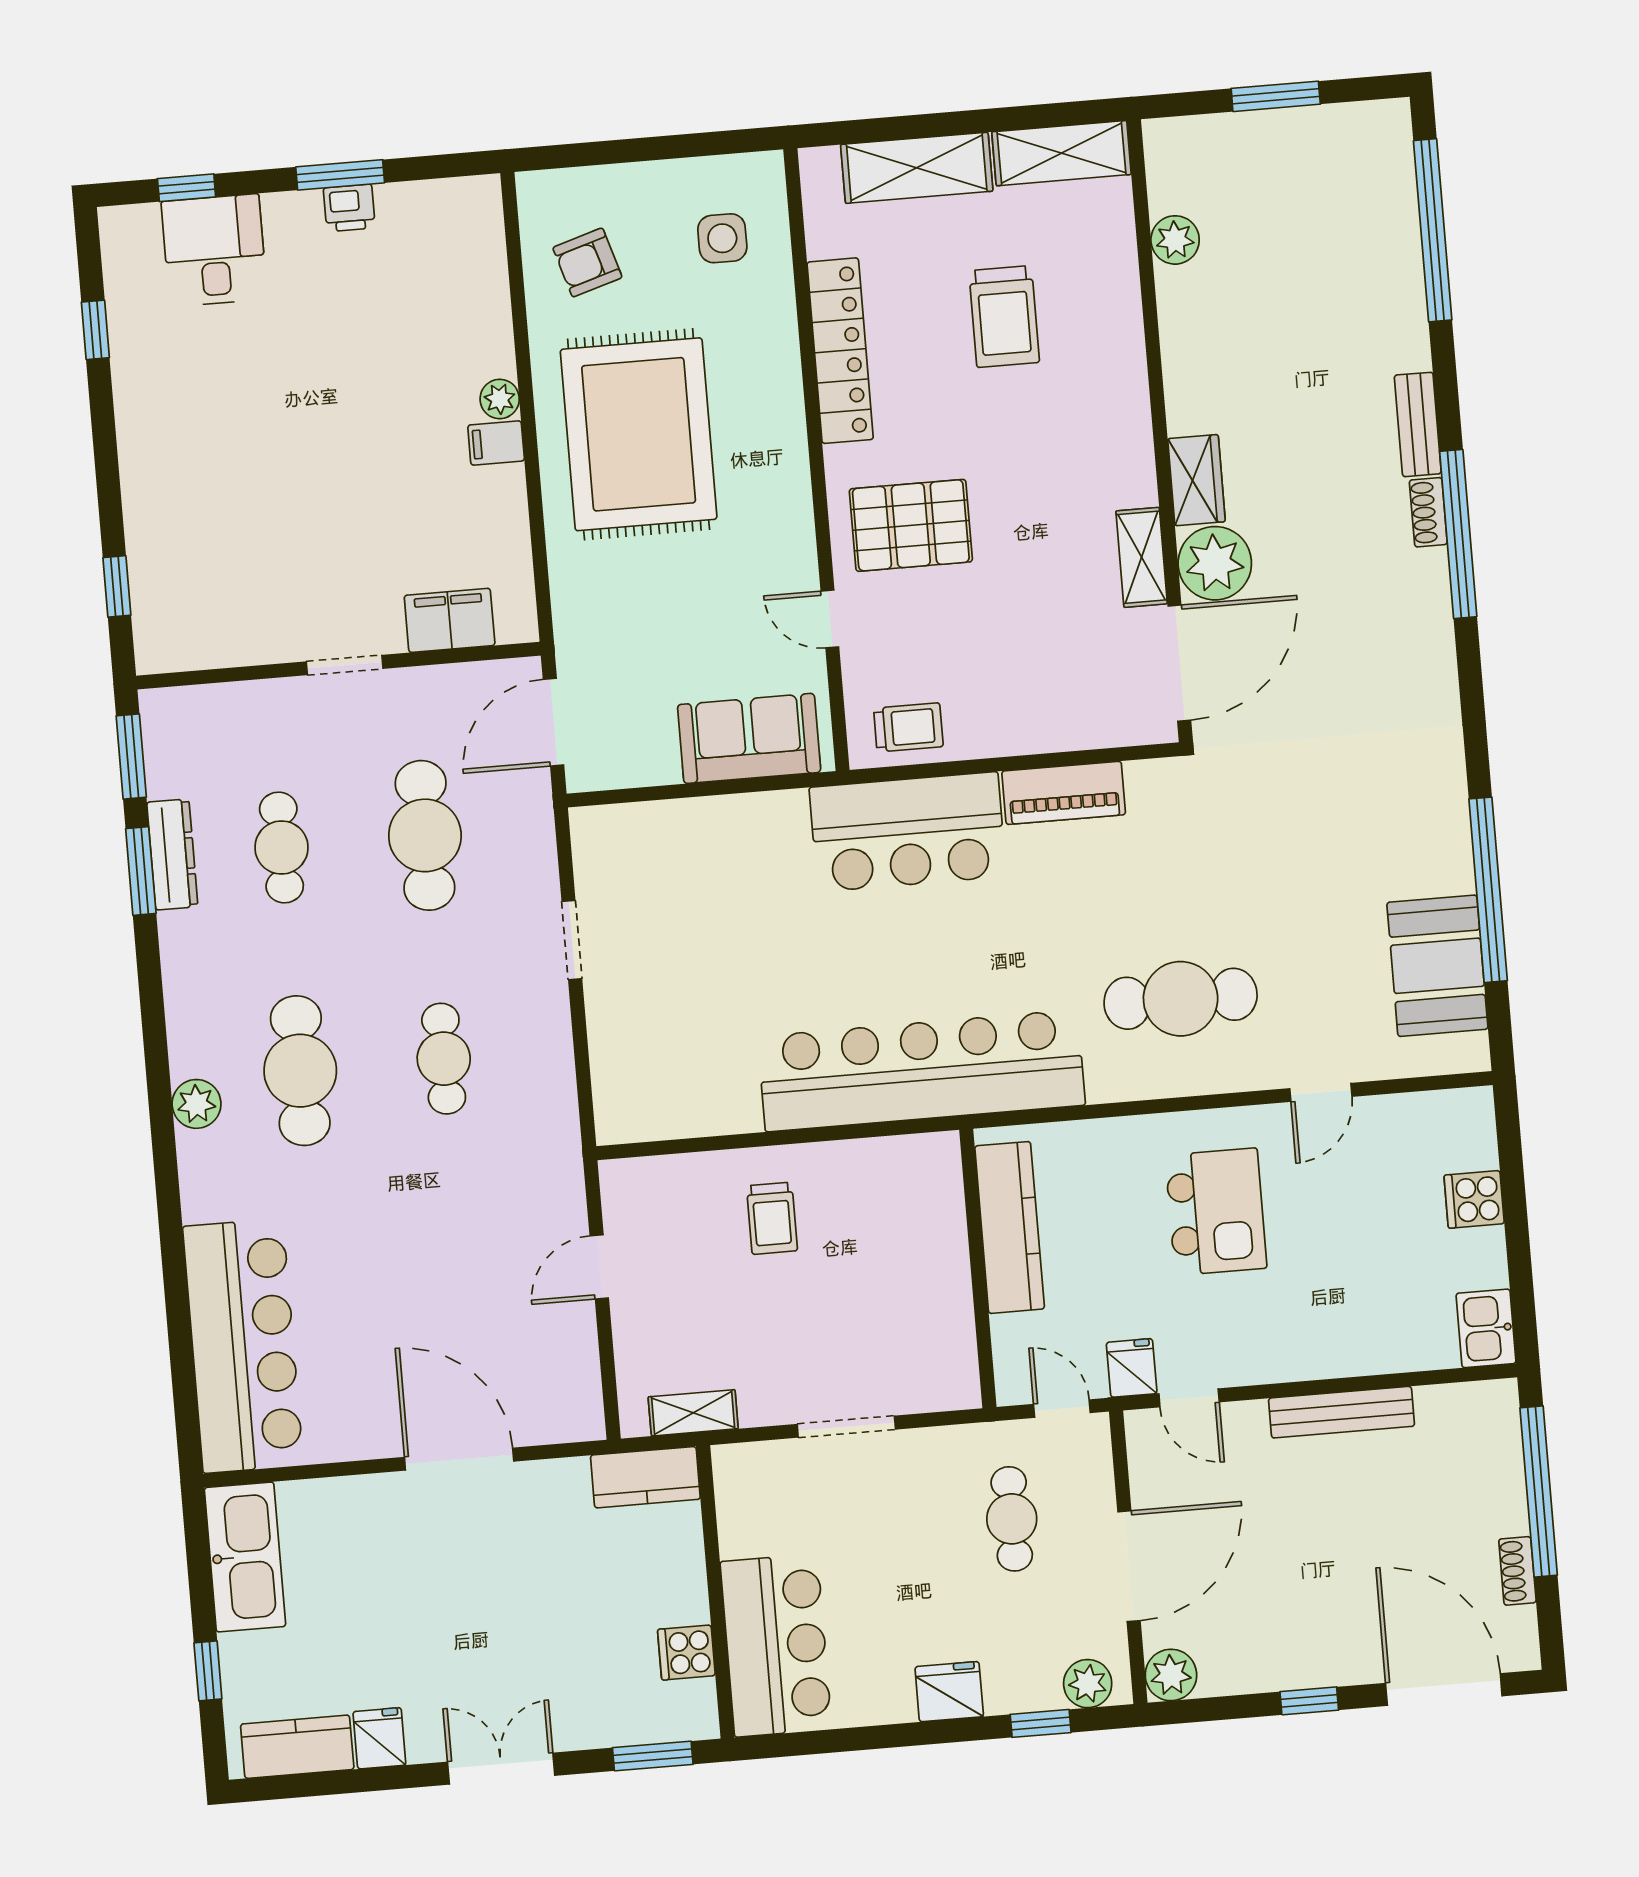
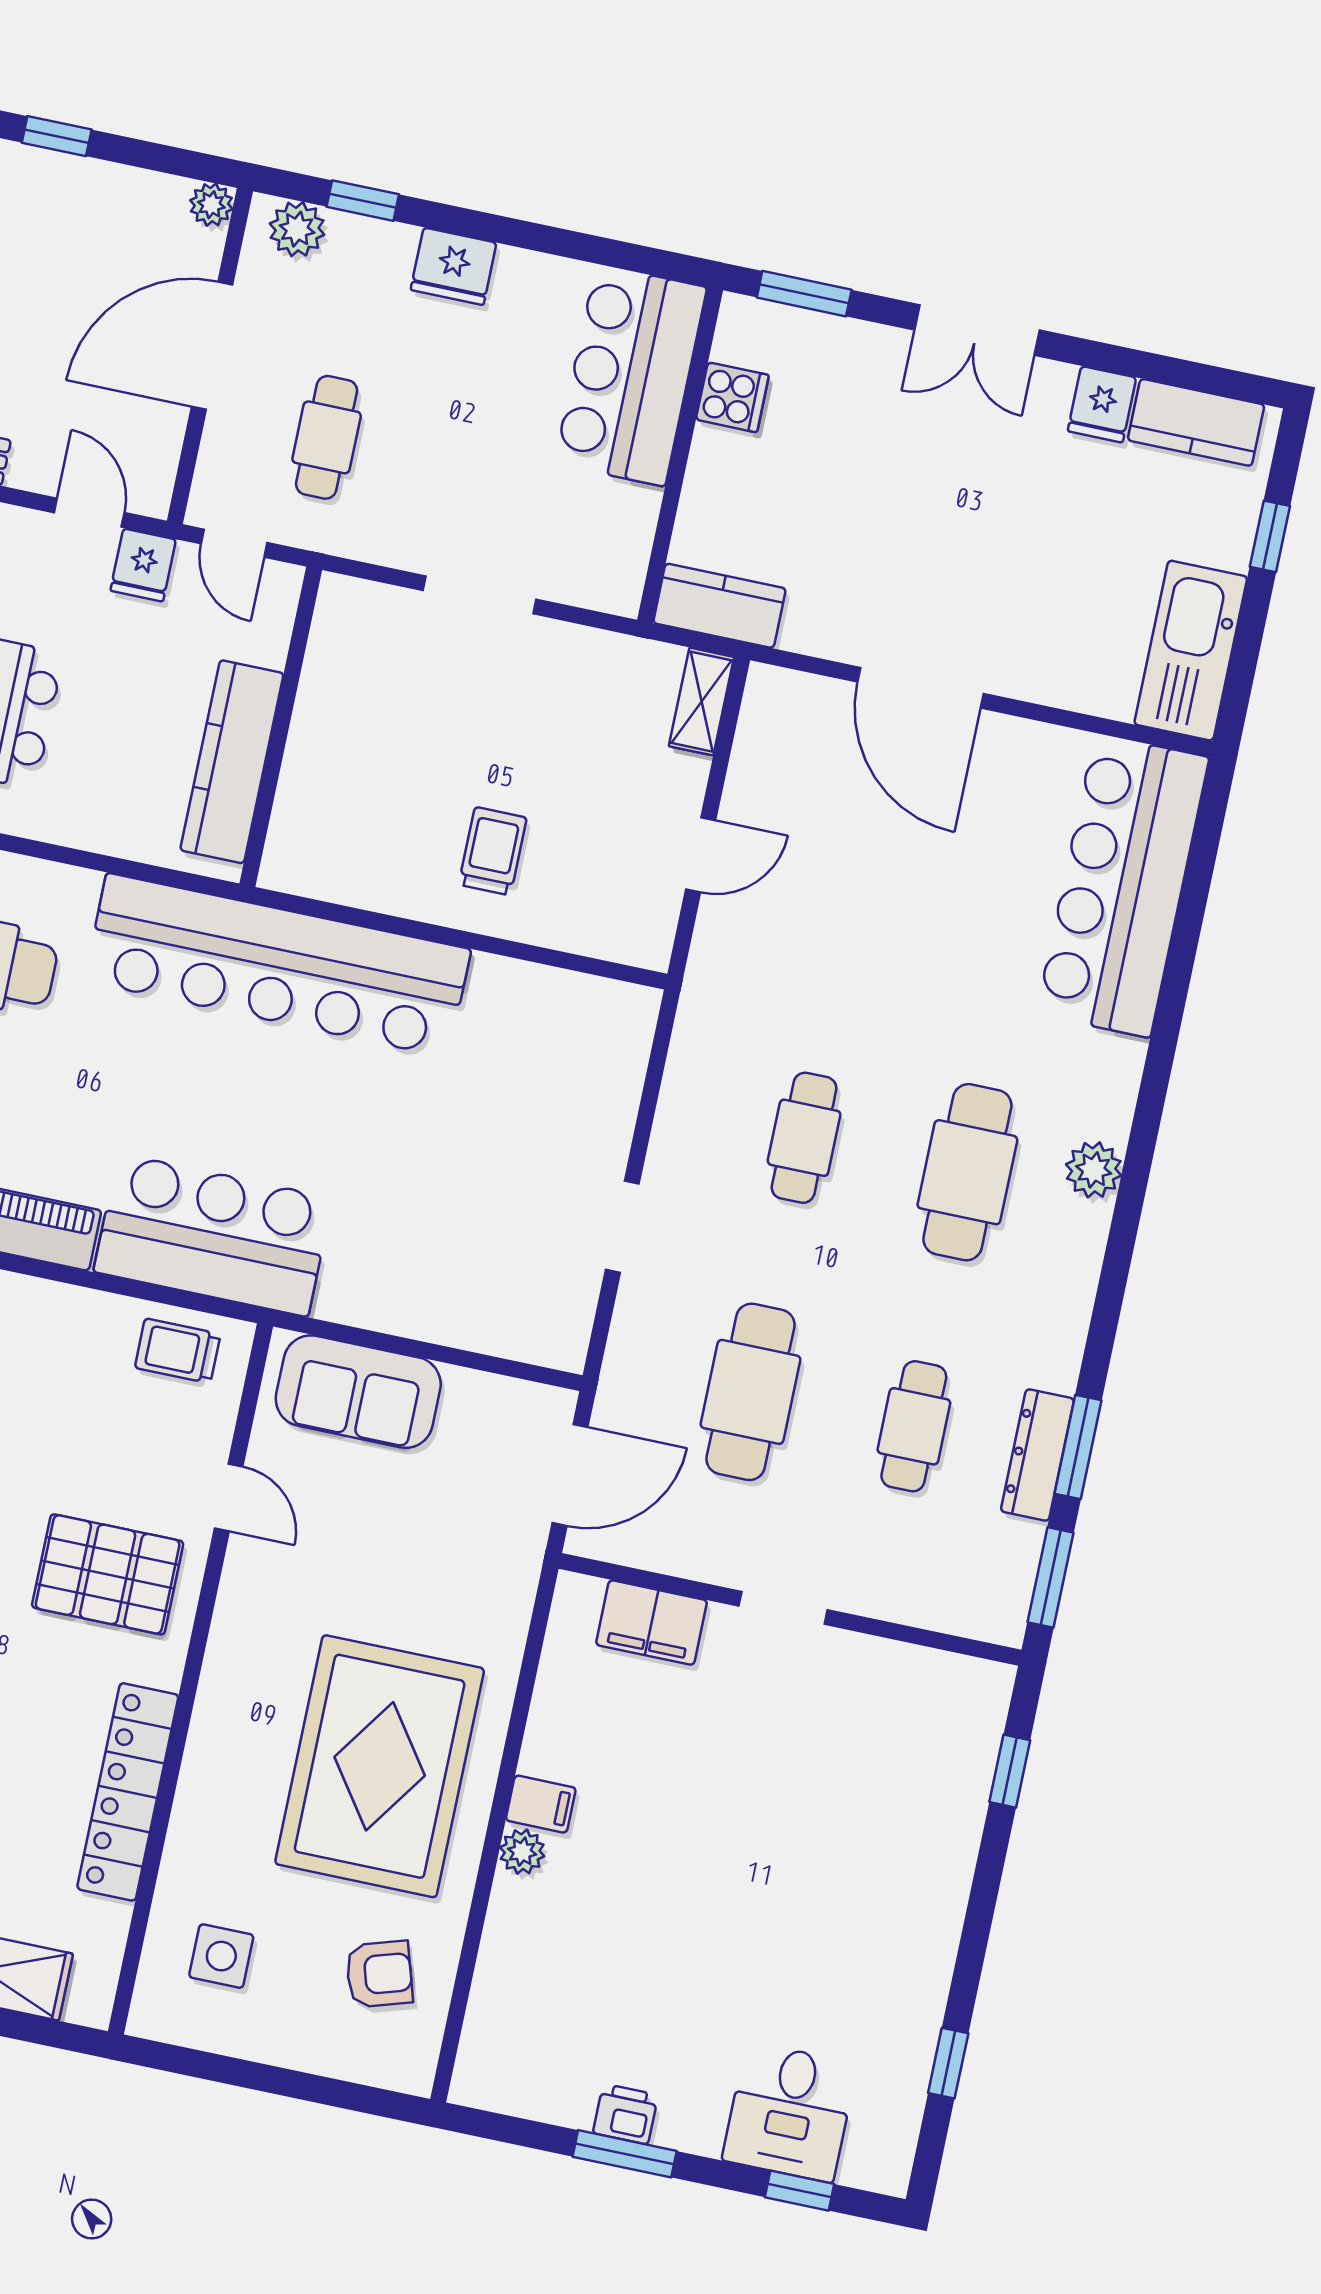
shelving: (693, 1413) -> (701, 702), moved, turned 90
plant: (1171, 1675) -> (211, 205), width x0.73, depth x0.73

